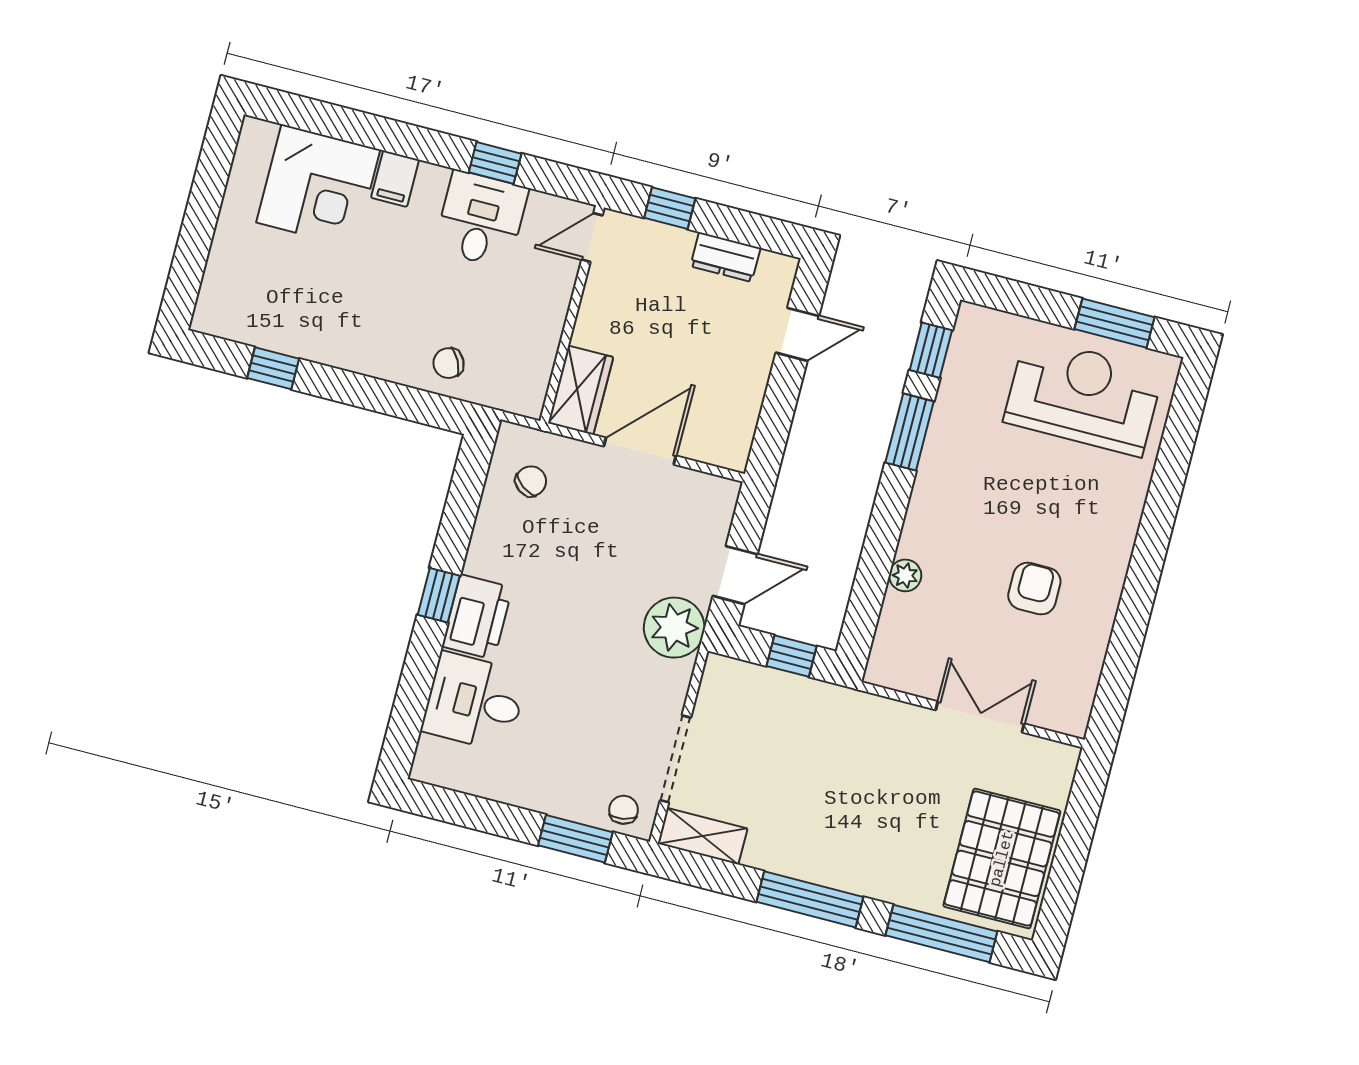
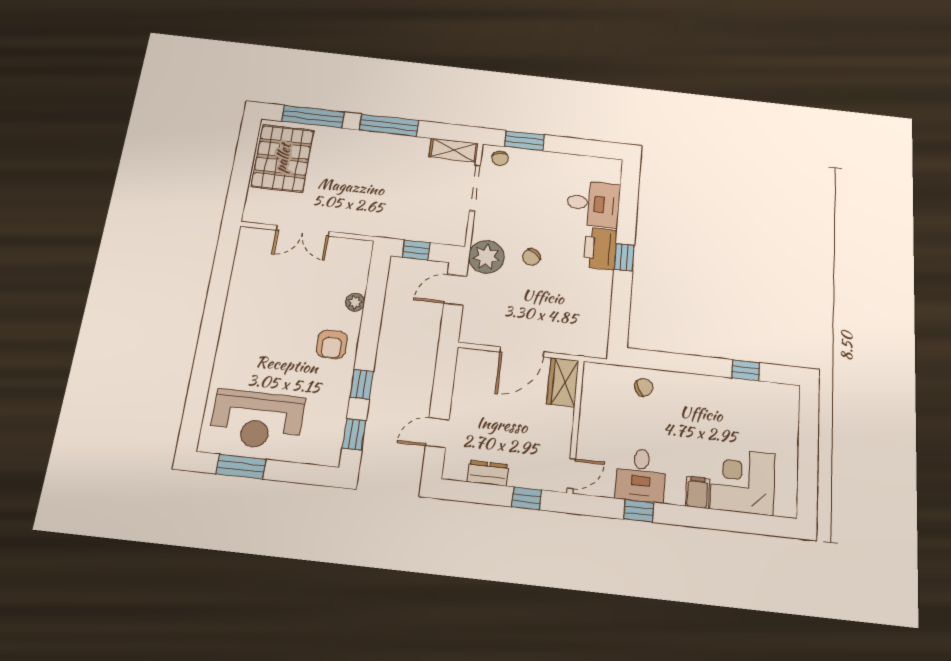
window: (910, 432) -> (362, 384), width x0.67
chair: (531, 481) -> (531, 257), moved
armchair: (1034, 589) -> (332, 344), moved

